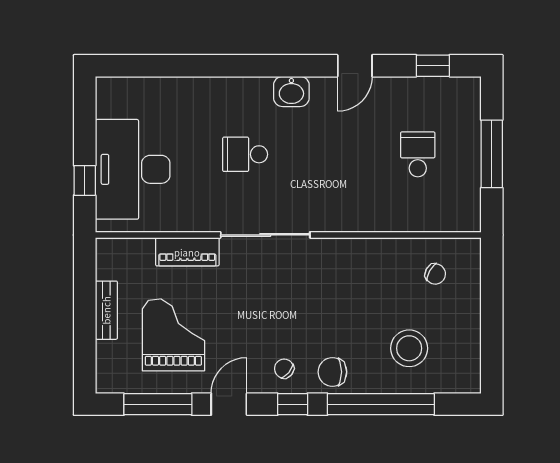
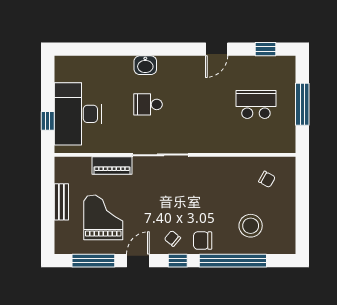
washbasin: (291, 91) -> (145, 65), moved
school desk: (418, 154) -> (256, 104), width x1.85

